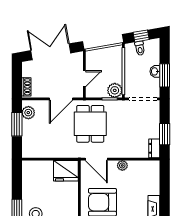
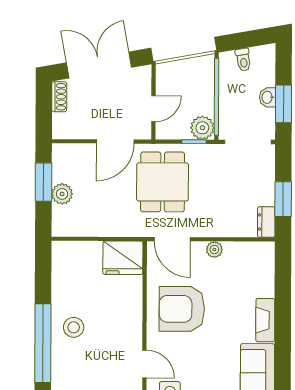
window: (141, 36) -> (245, 40), removed
shoe rack: (26, 87) -> (59, 97), moved
plant: (28, 113) -> (62, 194), moved

